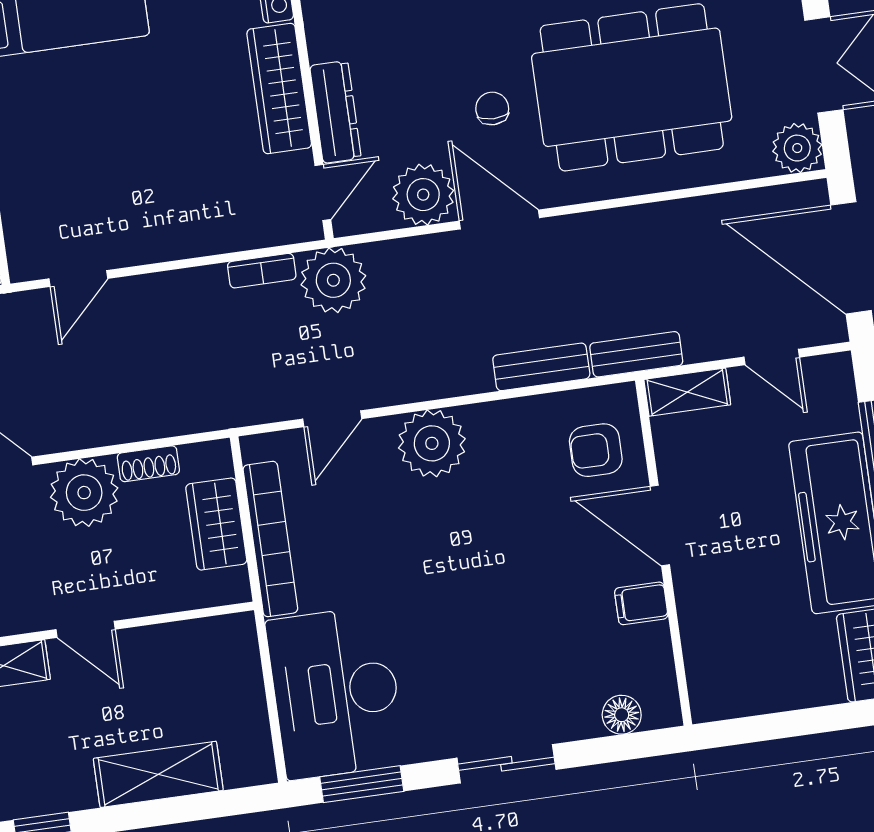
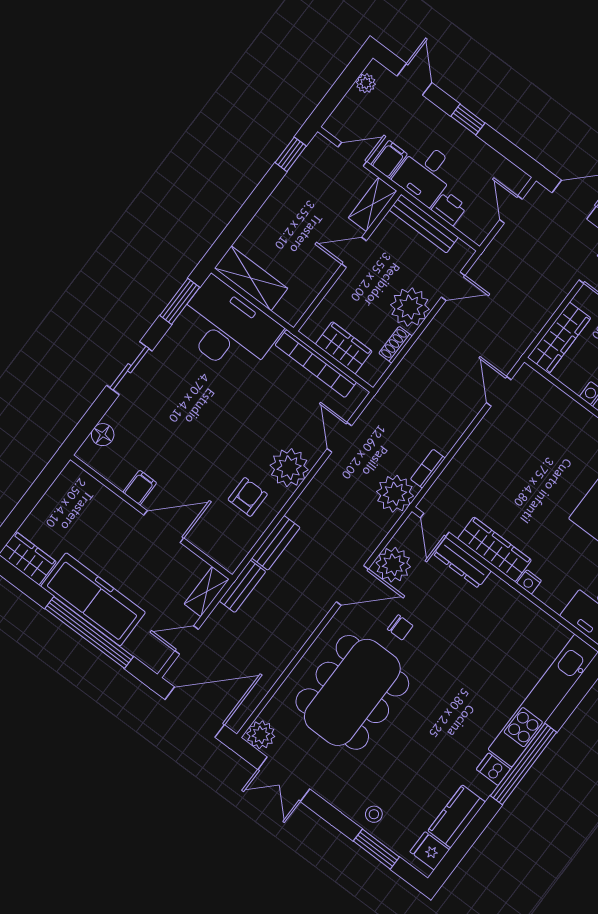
armchair: (596, 450) -> (248, 497), moved
shelving: (158, 774) -> (251, 278), moved, turned 90

